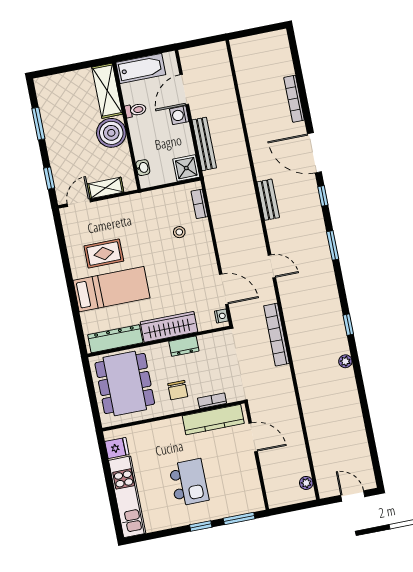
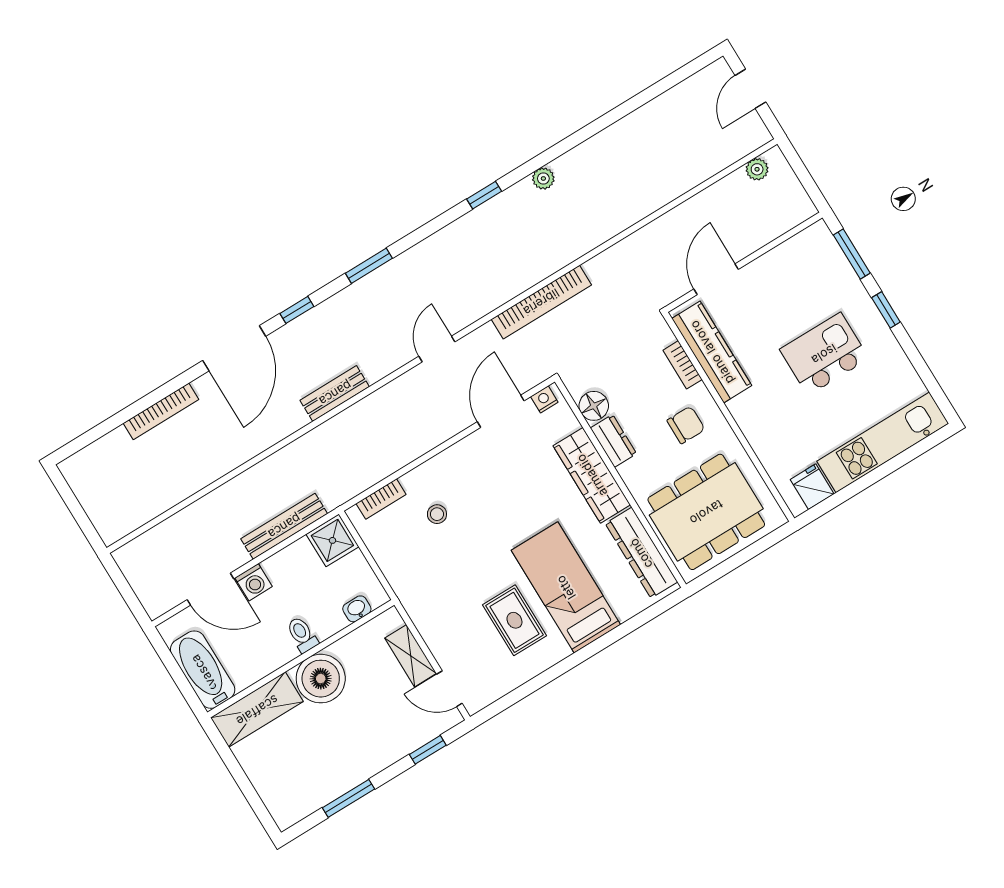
toilet: (136, 110) -> (302, 635), moved
floor lamp: (207, 342) -> (594, 406), added

